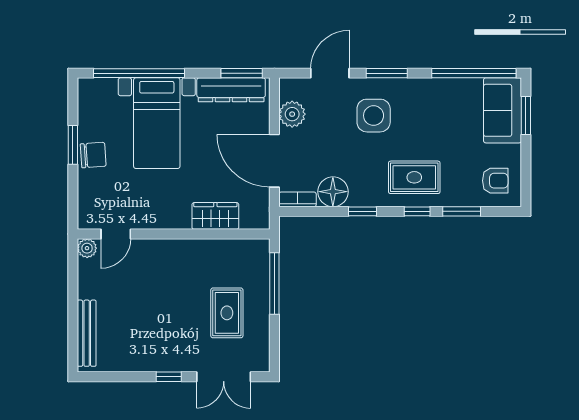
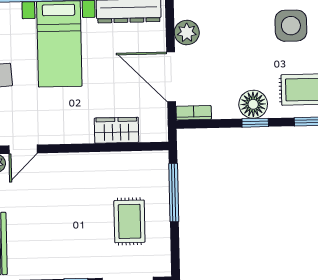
side table: (374, 116) -> (291, 26), moved
floor lamp: (333, 192) -> (253, 104), moved

